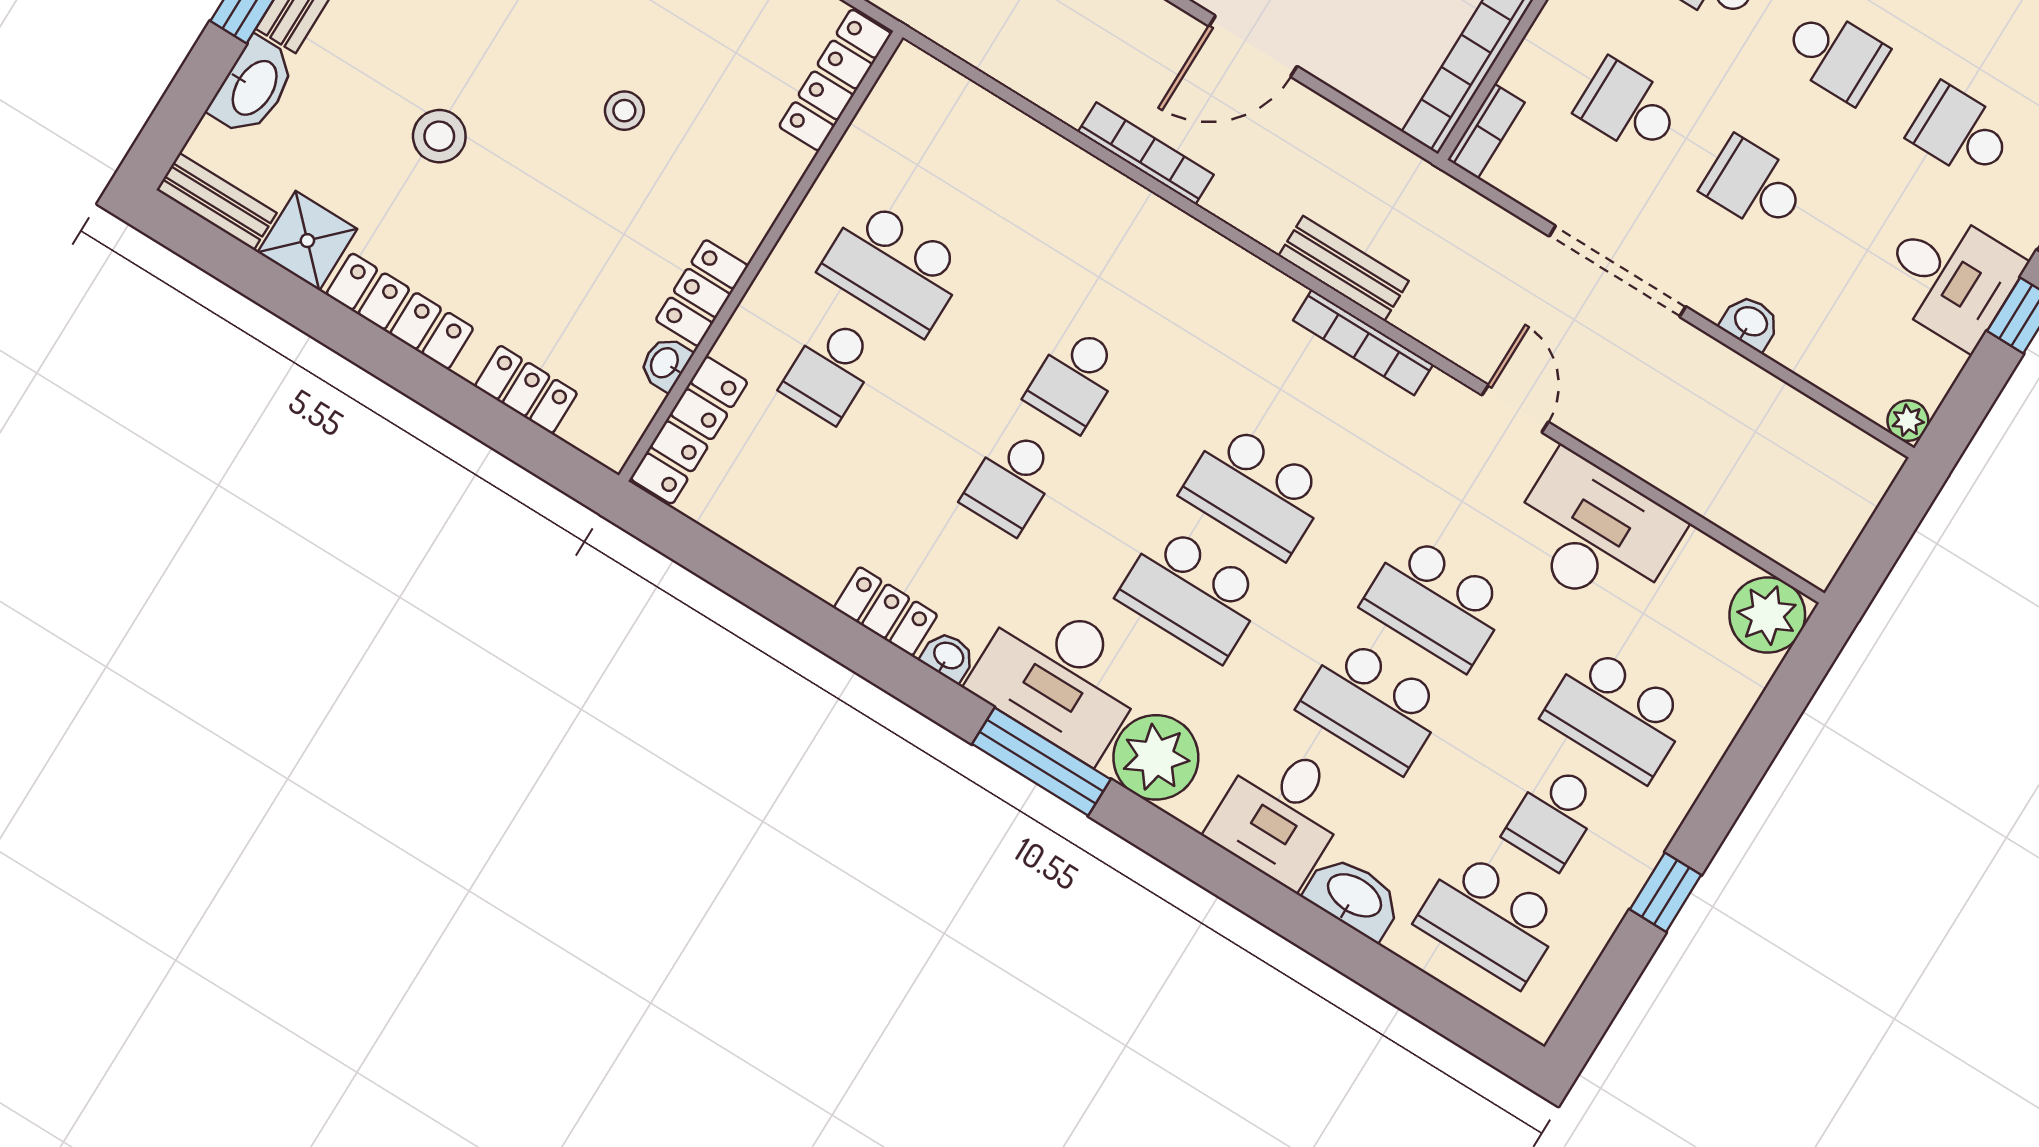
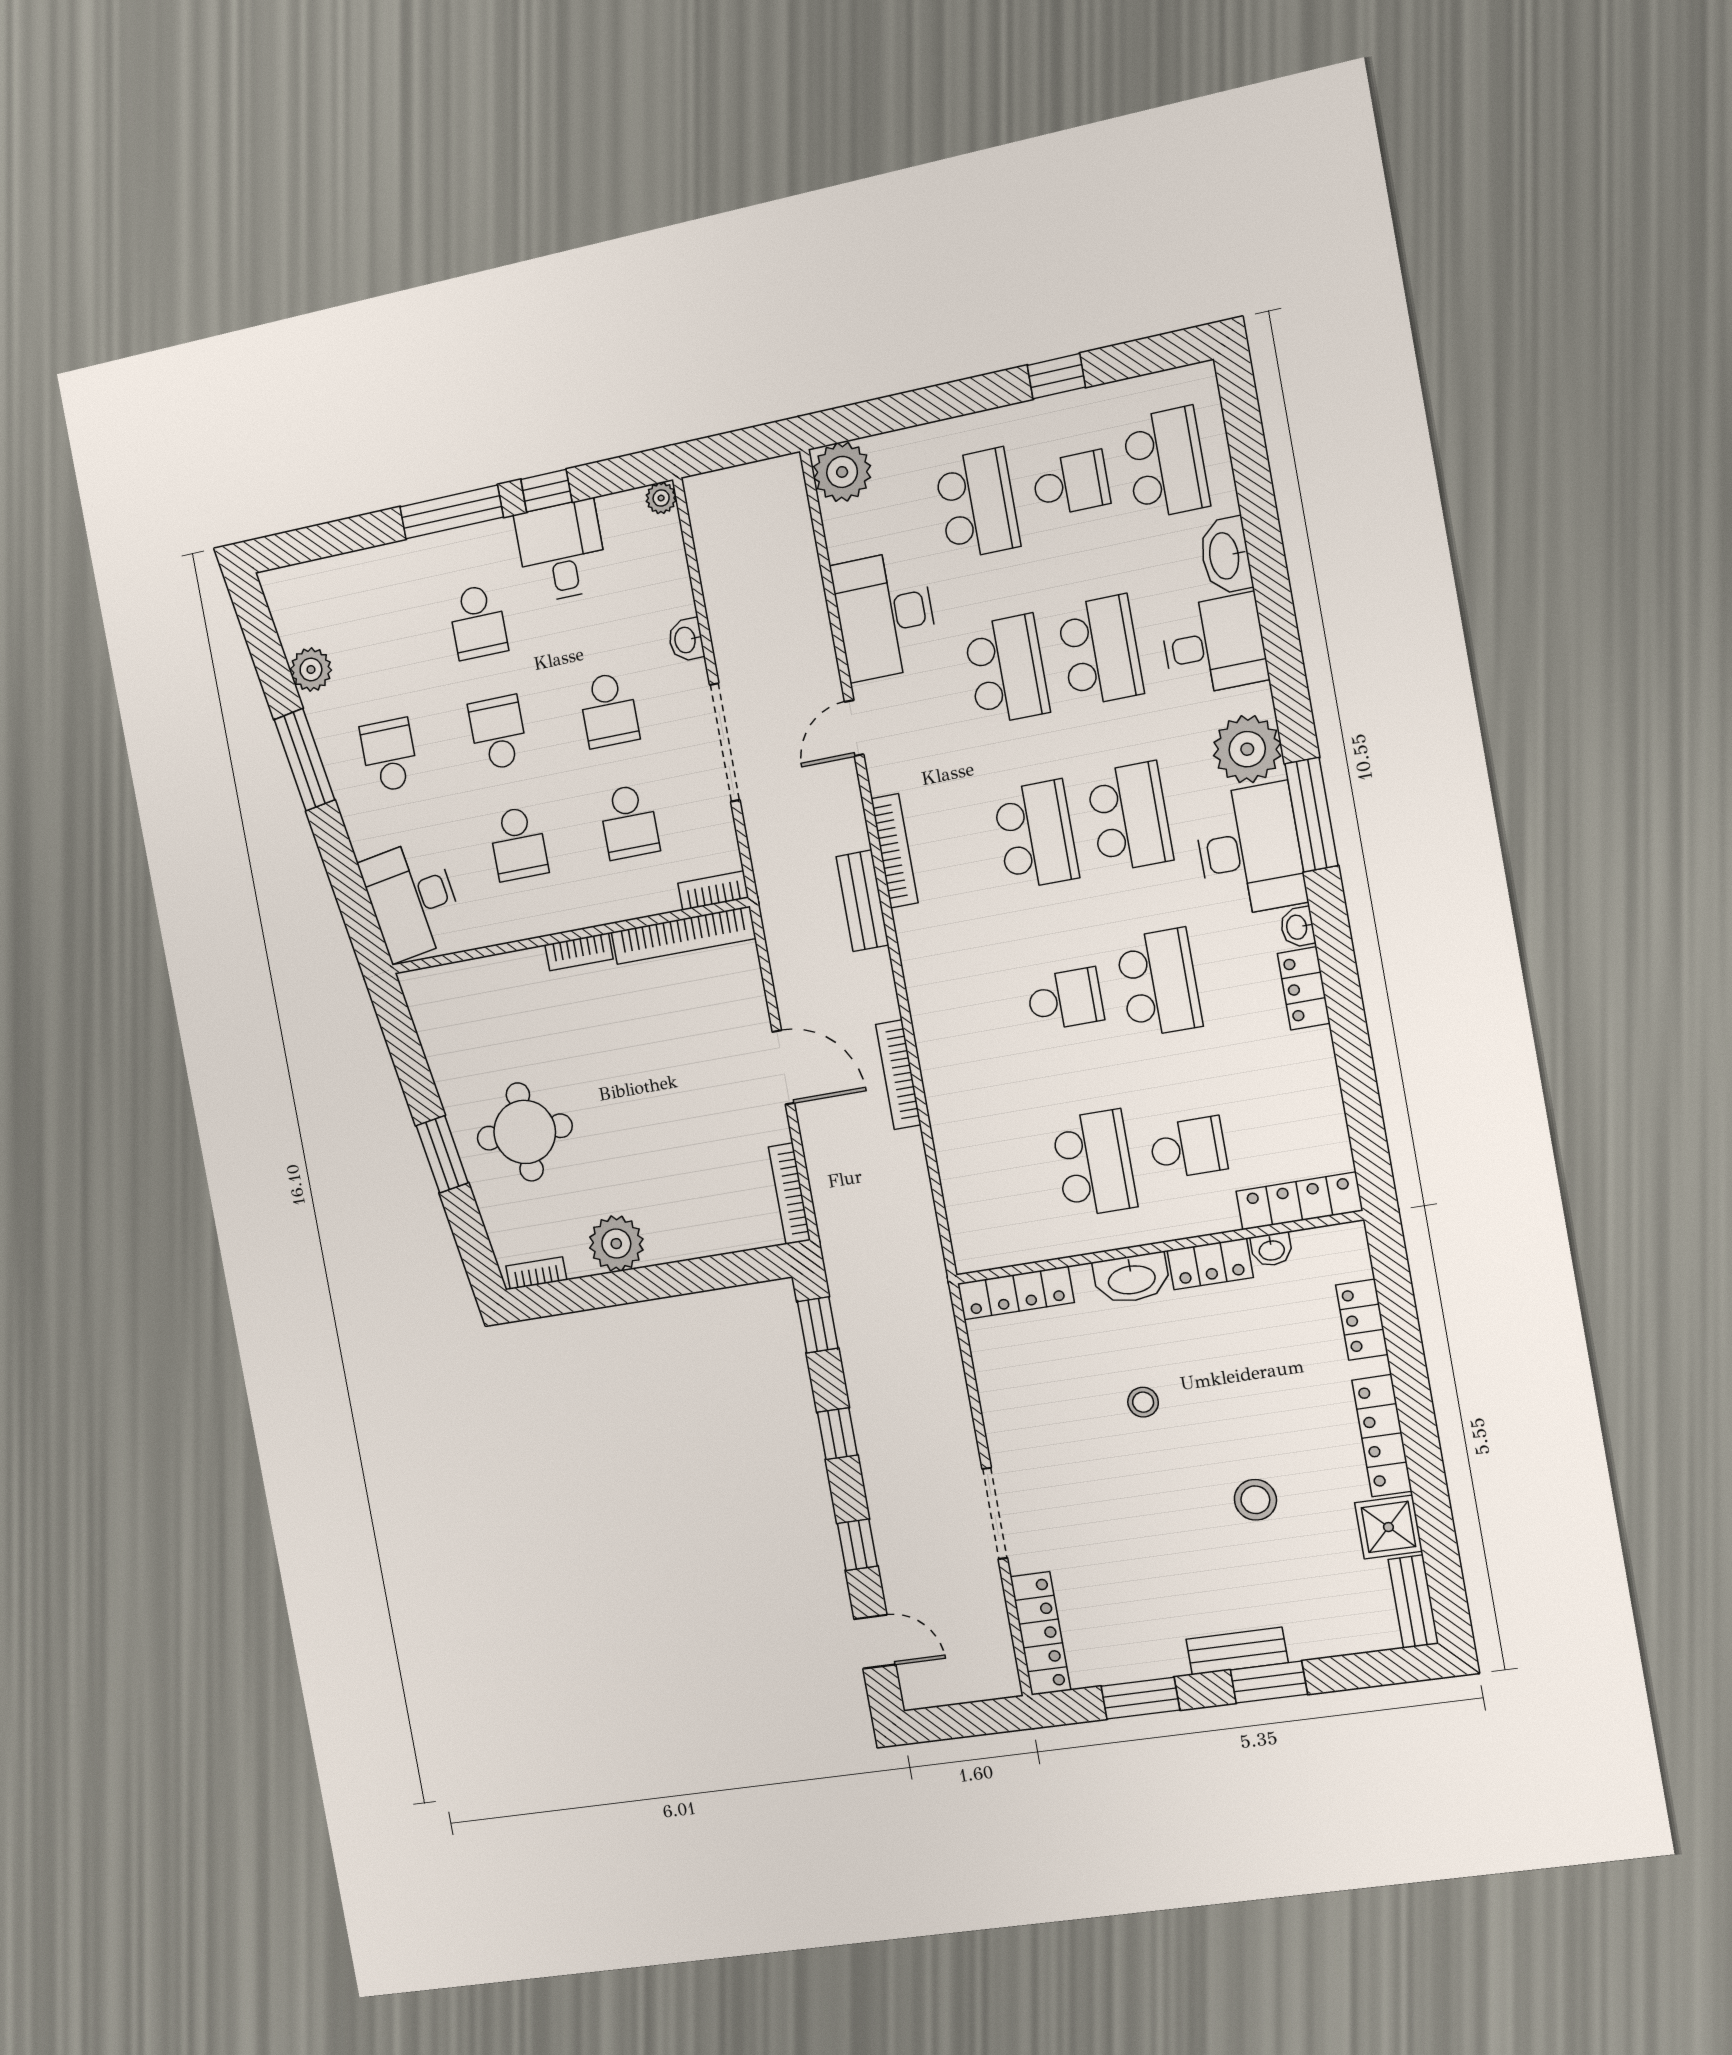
washbasin: (253, 87) -> (1132, 1278), moved, turned 180
school desk: (1011, 482) -> (1159, 983), width x1.85

